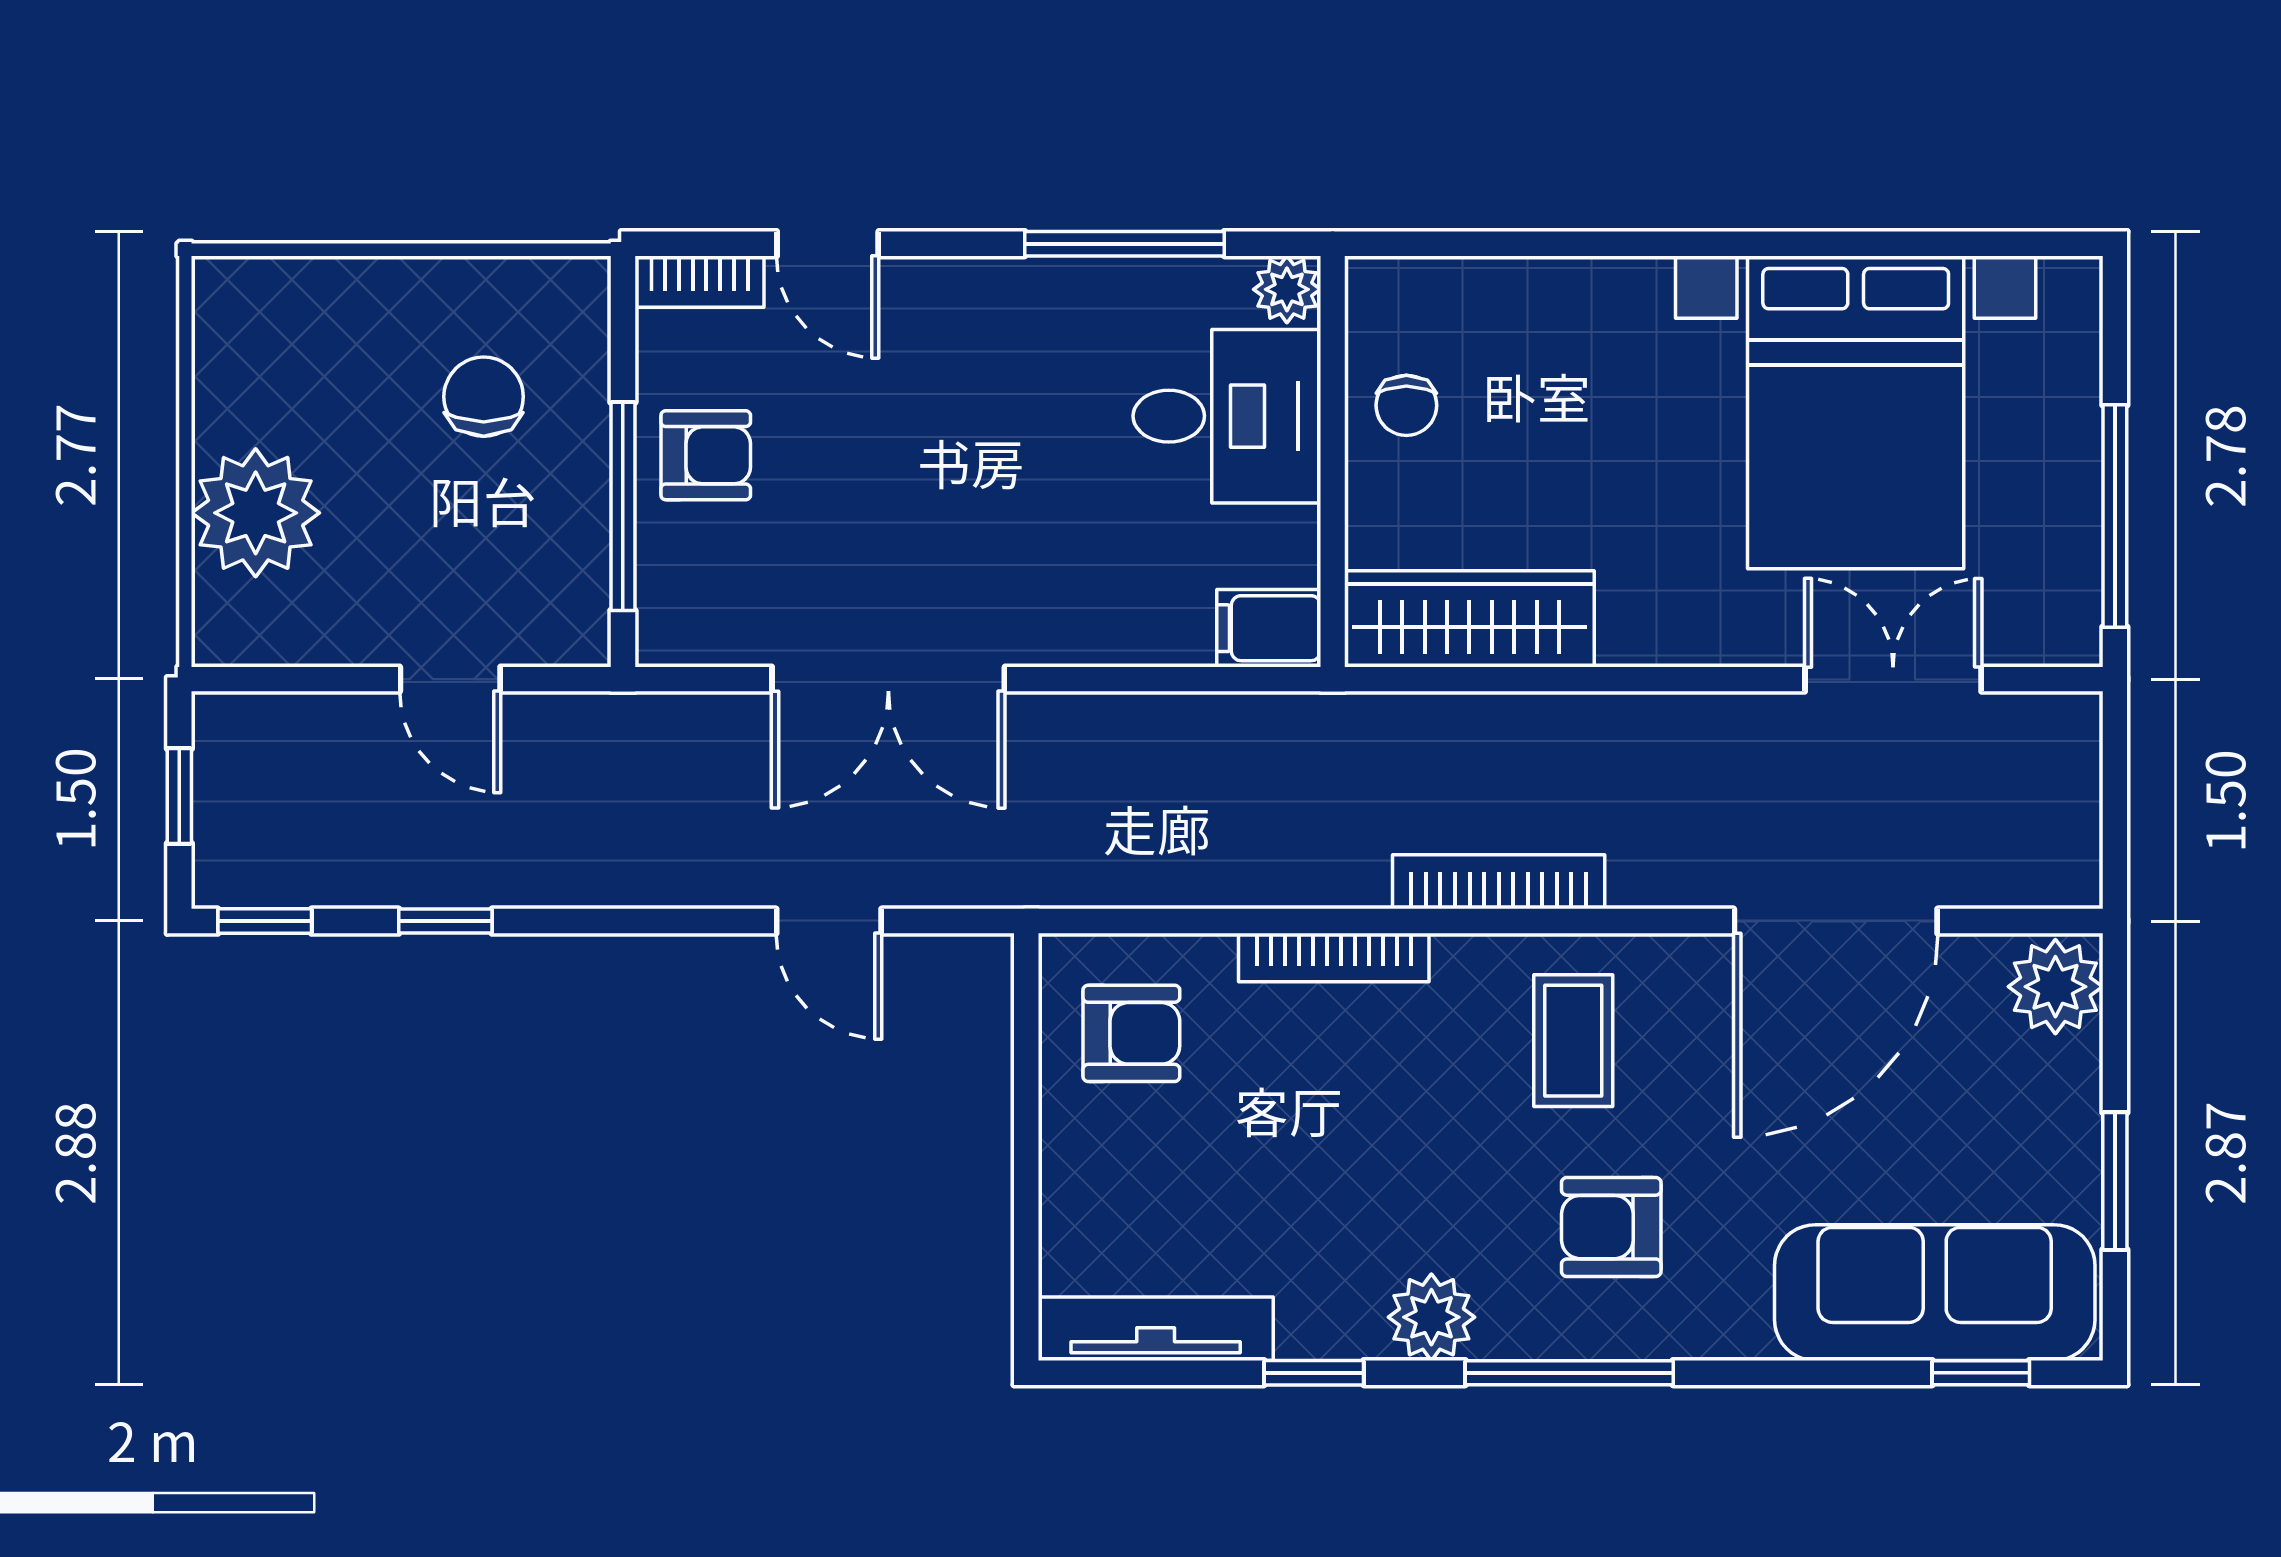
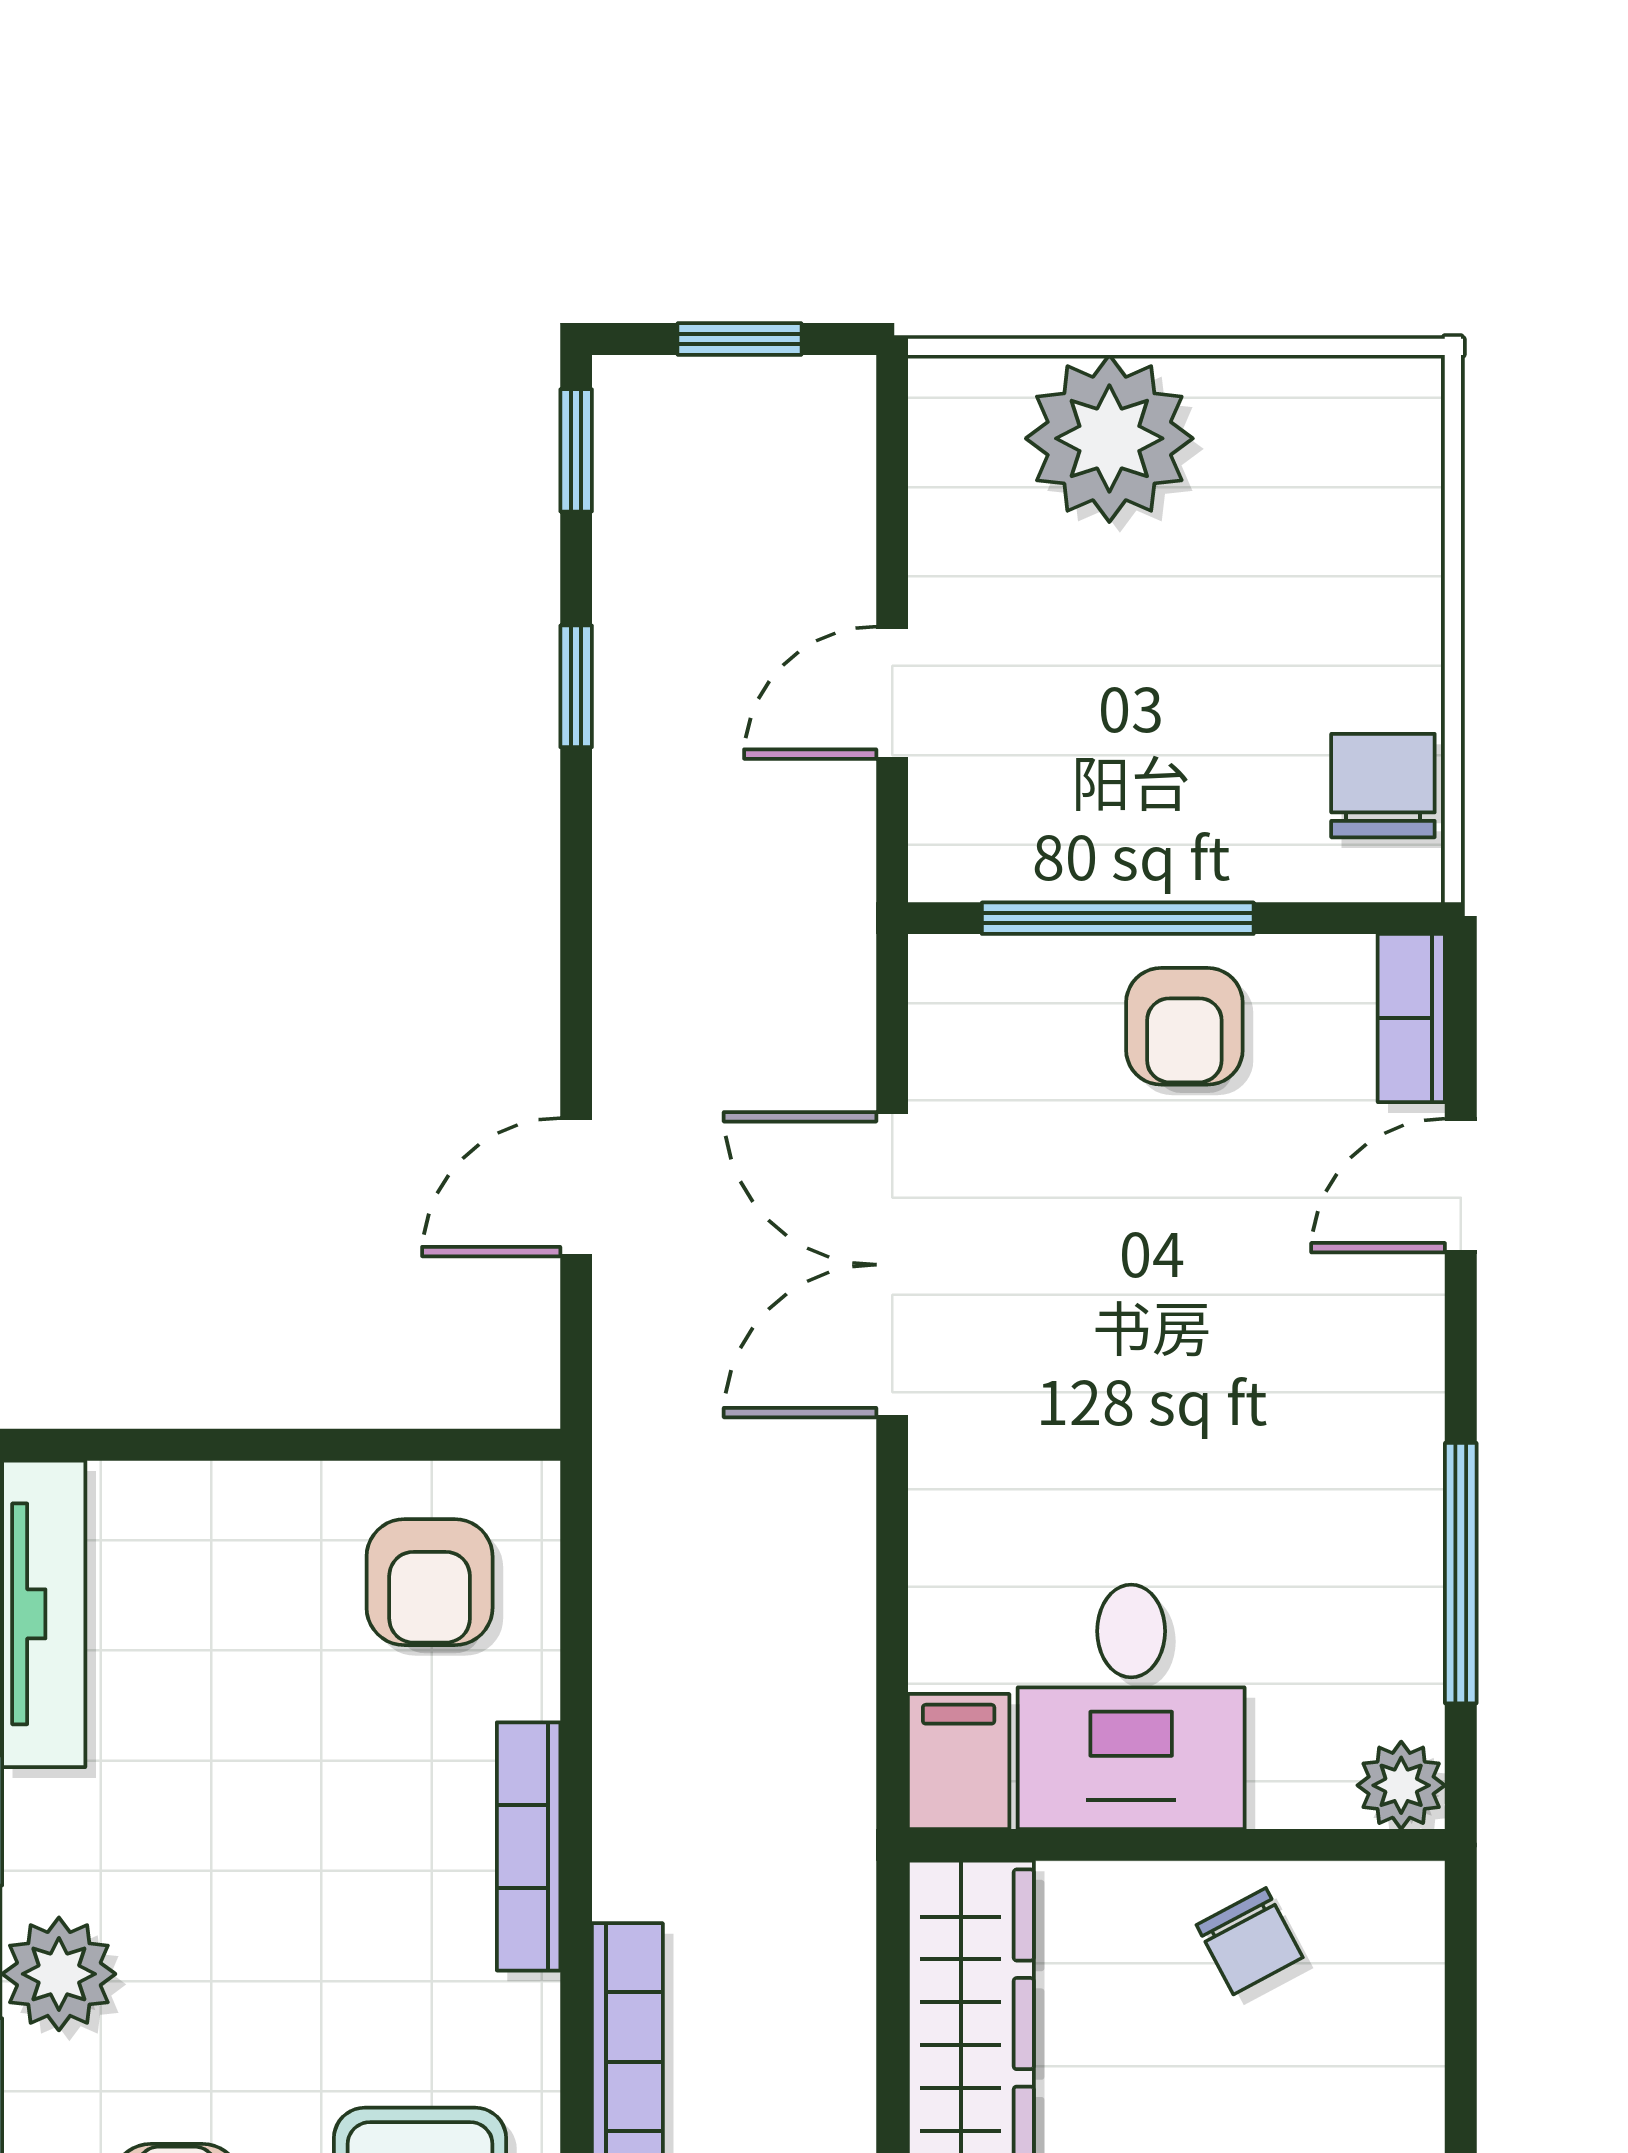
chair: (484, 397) -> (1383, 786), moved, turned -90
chair: (1406, 405) -> (1250, 1941), turned -118
desk: (1227, 416) -> (1131, 1707), moved

